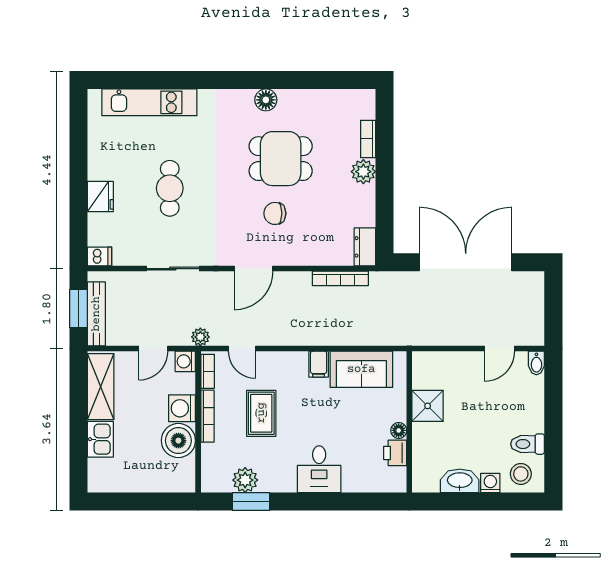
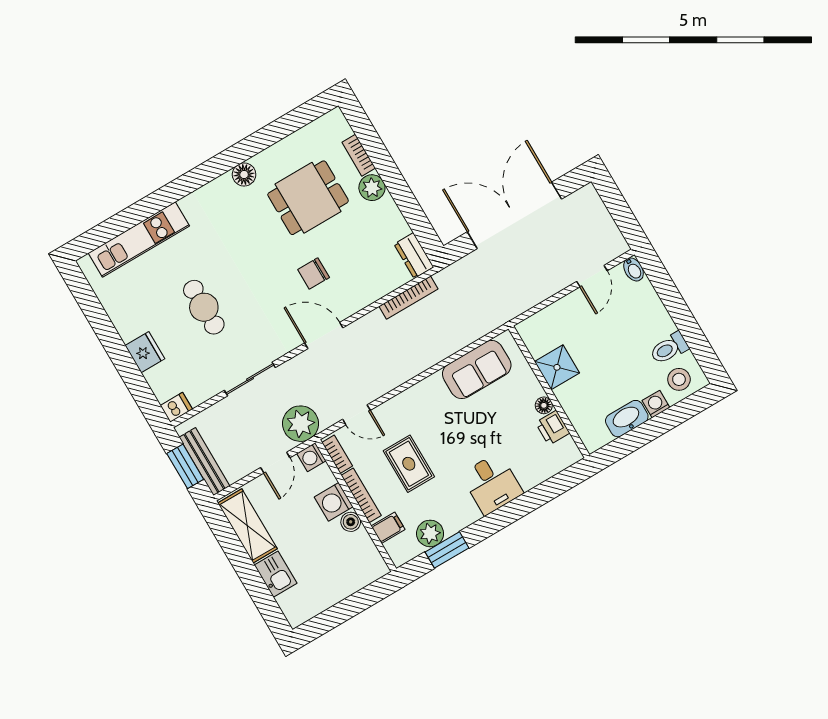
dining table: (281, 159) -> (308, 198), moved
door: (254, 269) -> (324, 335), swing flipped
plant: (200, 337) -> (301, 424), width x1.88, depth x1.88
filing cabinet: (319, 364) -> (388, 528), moved, turned -90
boiler: (178, 441) -> (351, 522), width x0.54, depth x0.54

